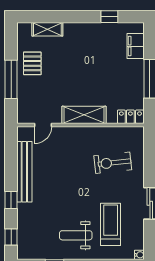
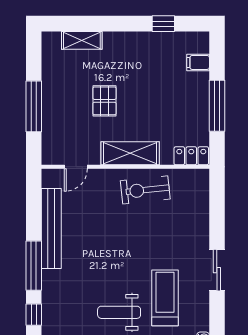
filing cabinet: (136, 46) -> (198, 62), width x0.50
pallet: (32, 63) -> (104, 101), moved
exercise bike: (113, 163) -> (145, 190), moved
window: (11, 200) -> (34, 266), width x2.17

